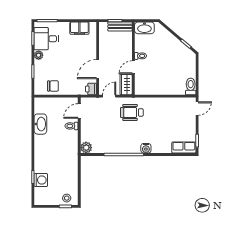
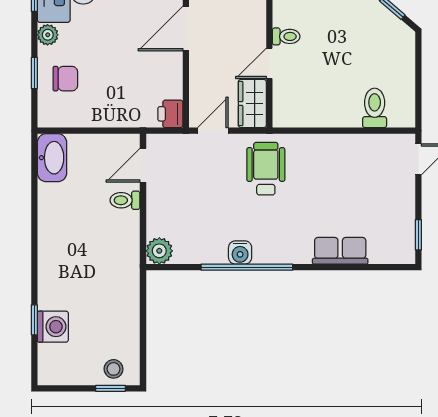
door: (98, 69) -> (186, 29), moved
chair: (53, 86) -> (65, 79), moved
toilet: (191, 86) -> (375, 108), moved
wheelchair: (132, 112) -> (266, 169), turned 90
washbasin: (40, 124) -> (52, 158), moved
water cooler: (146, 148) -> (240, 252), moved
row of seats: (184, 148) -> (340, 251), moved

